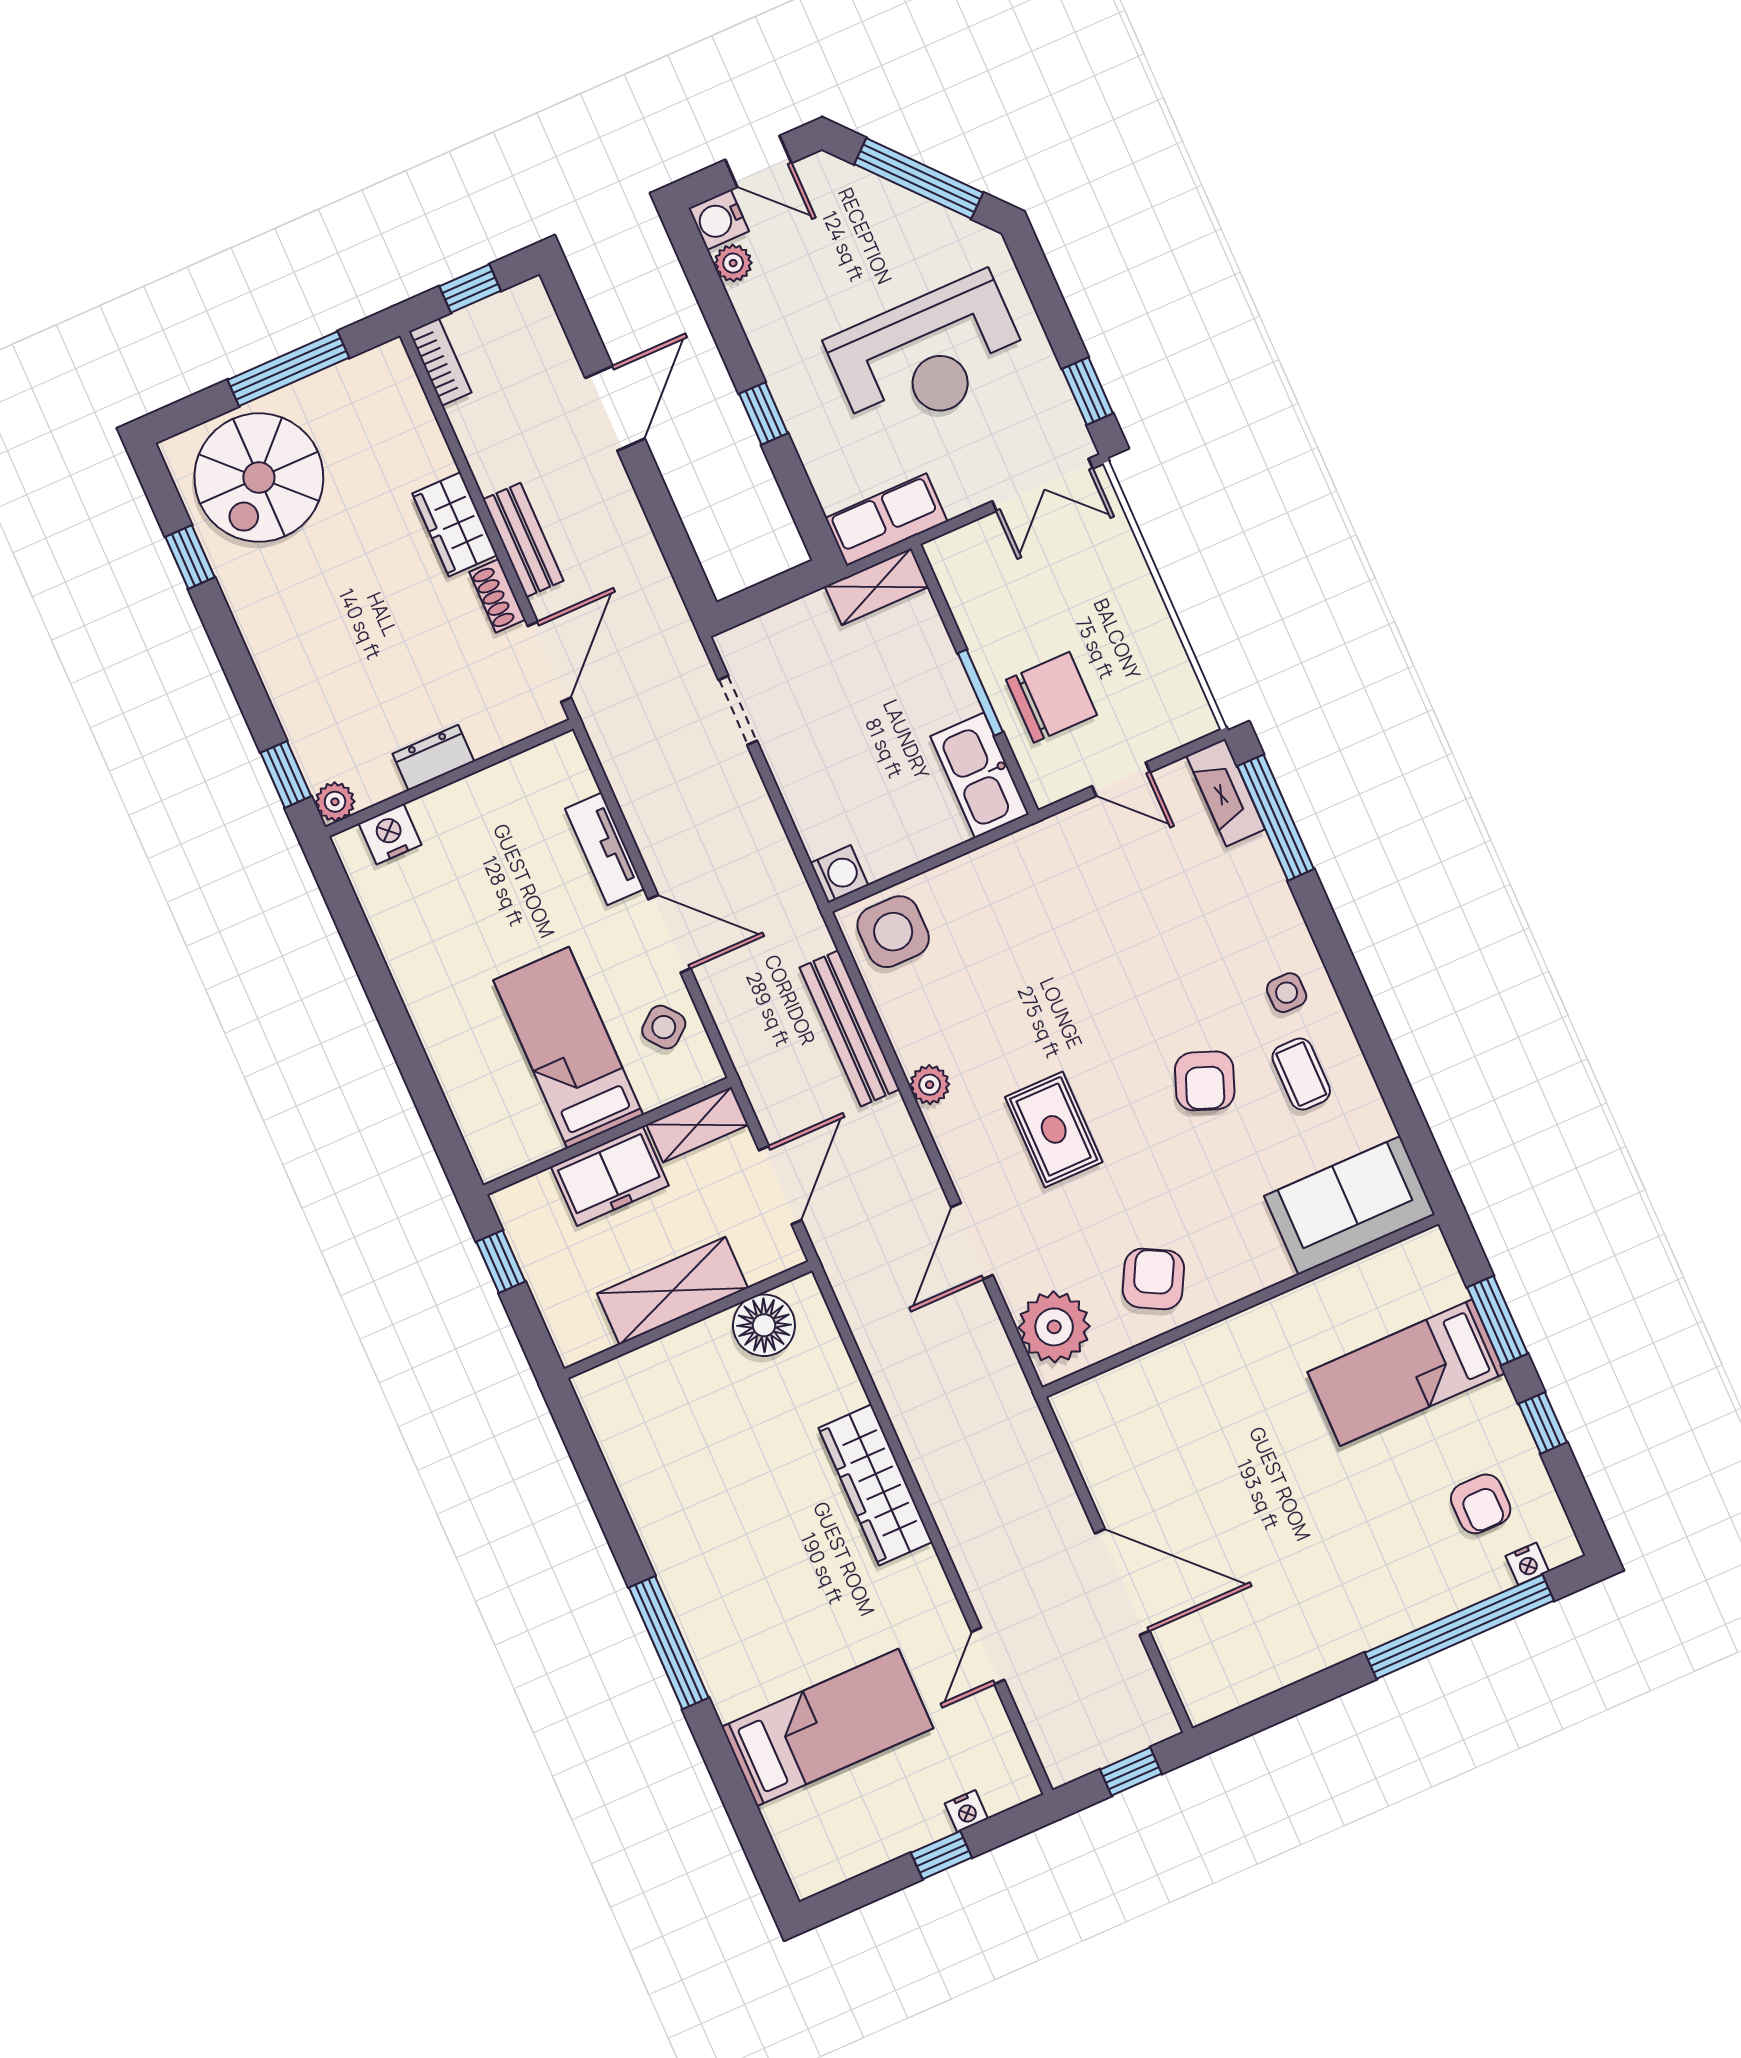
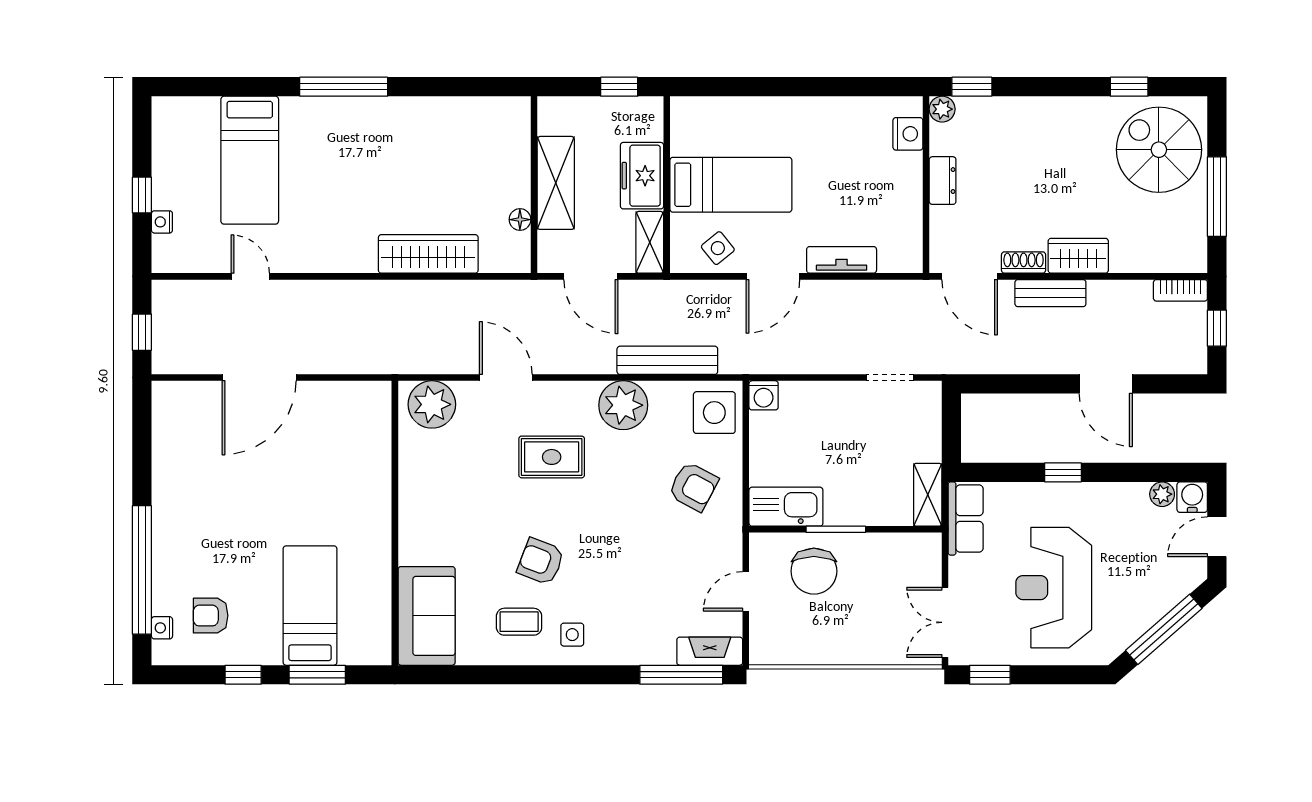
plant: (930, 1085) -> (623, 405), width x1.88, depth x1.88
armchair: (1153, 1279) -> (693, 487), moved
floor lamp: (764, 1325) -> (520, 220), width x0.53, depth x0.53
wardrobe: (875, 1485) -> (428, 254), moved

